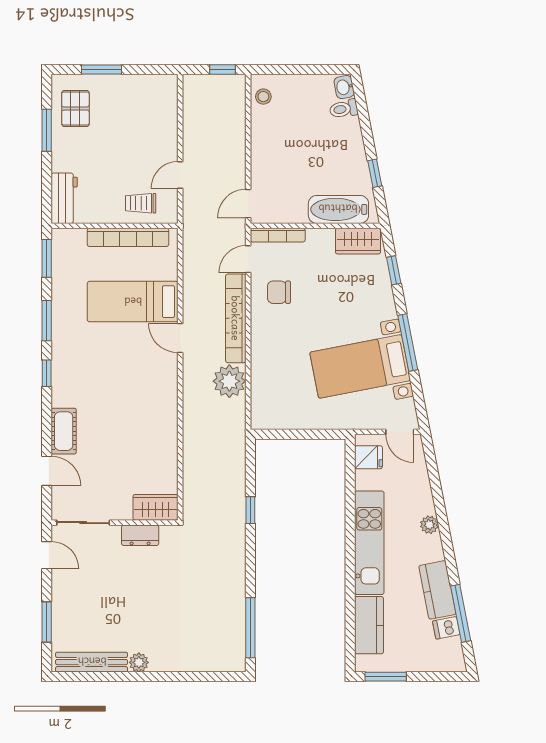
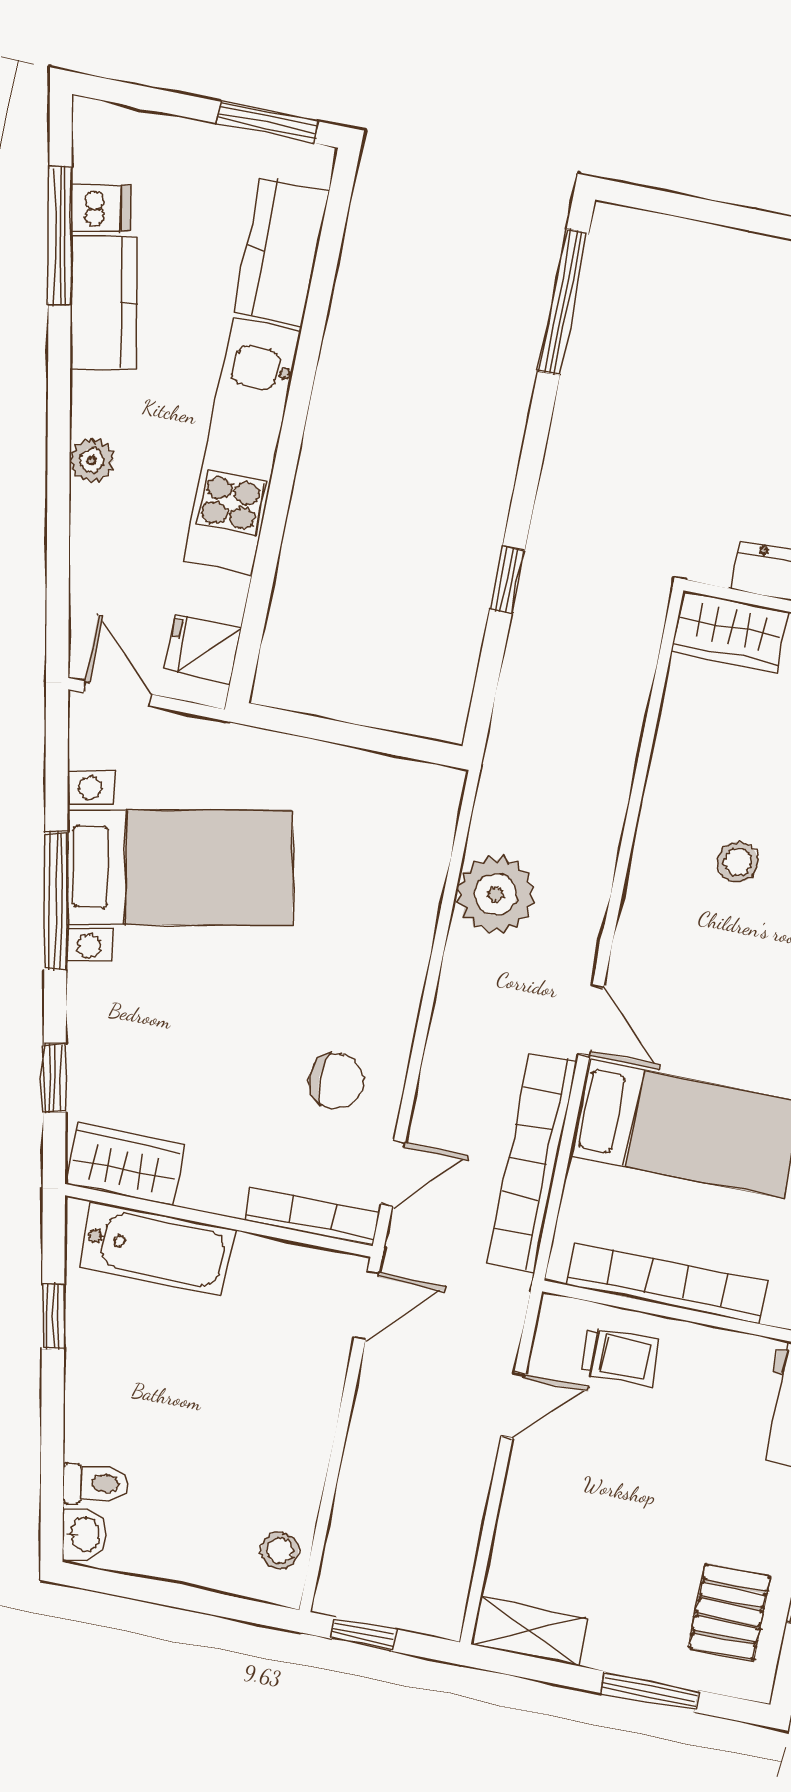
shelving: (155, 84) -> (529, 1631), added
bookcase: (236, 318) -> (532, 1162), moved, turned 180
stool: (134, 414) -> (738, 862), added

